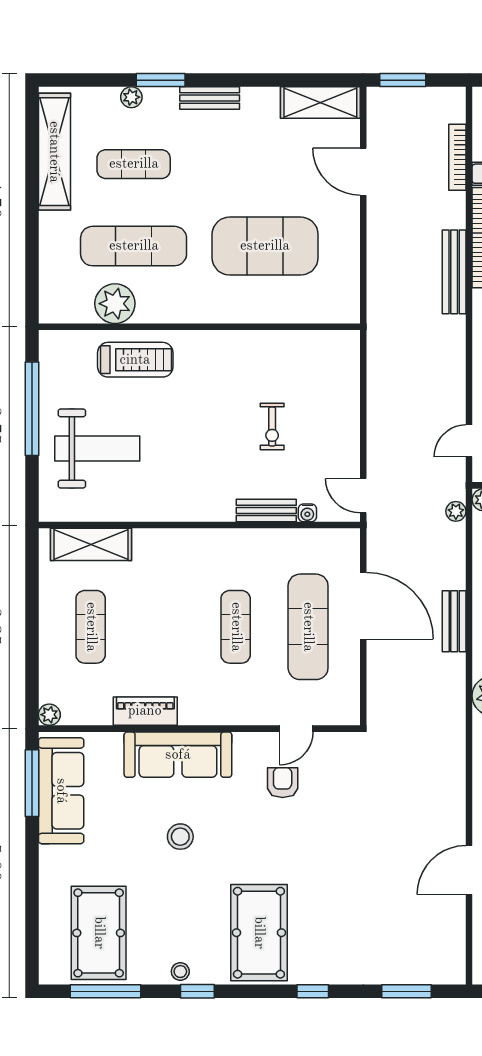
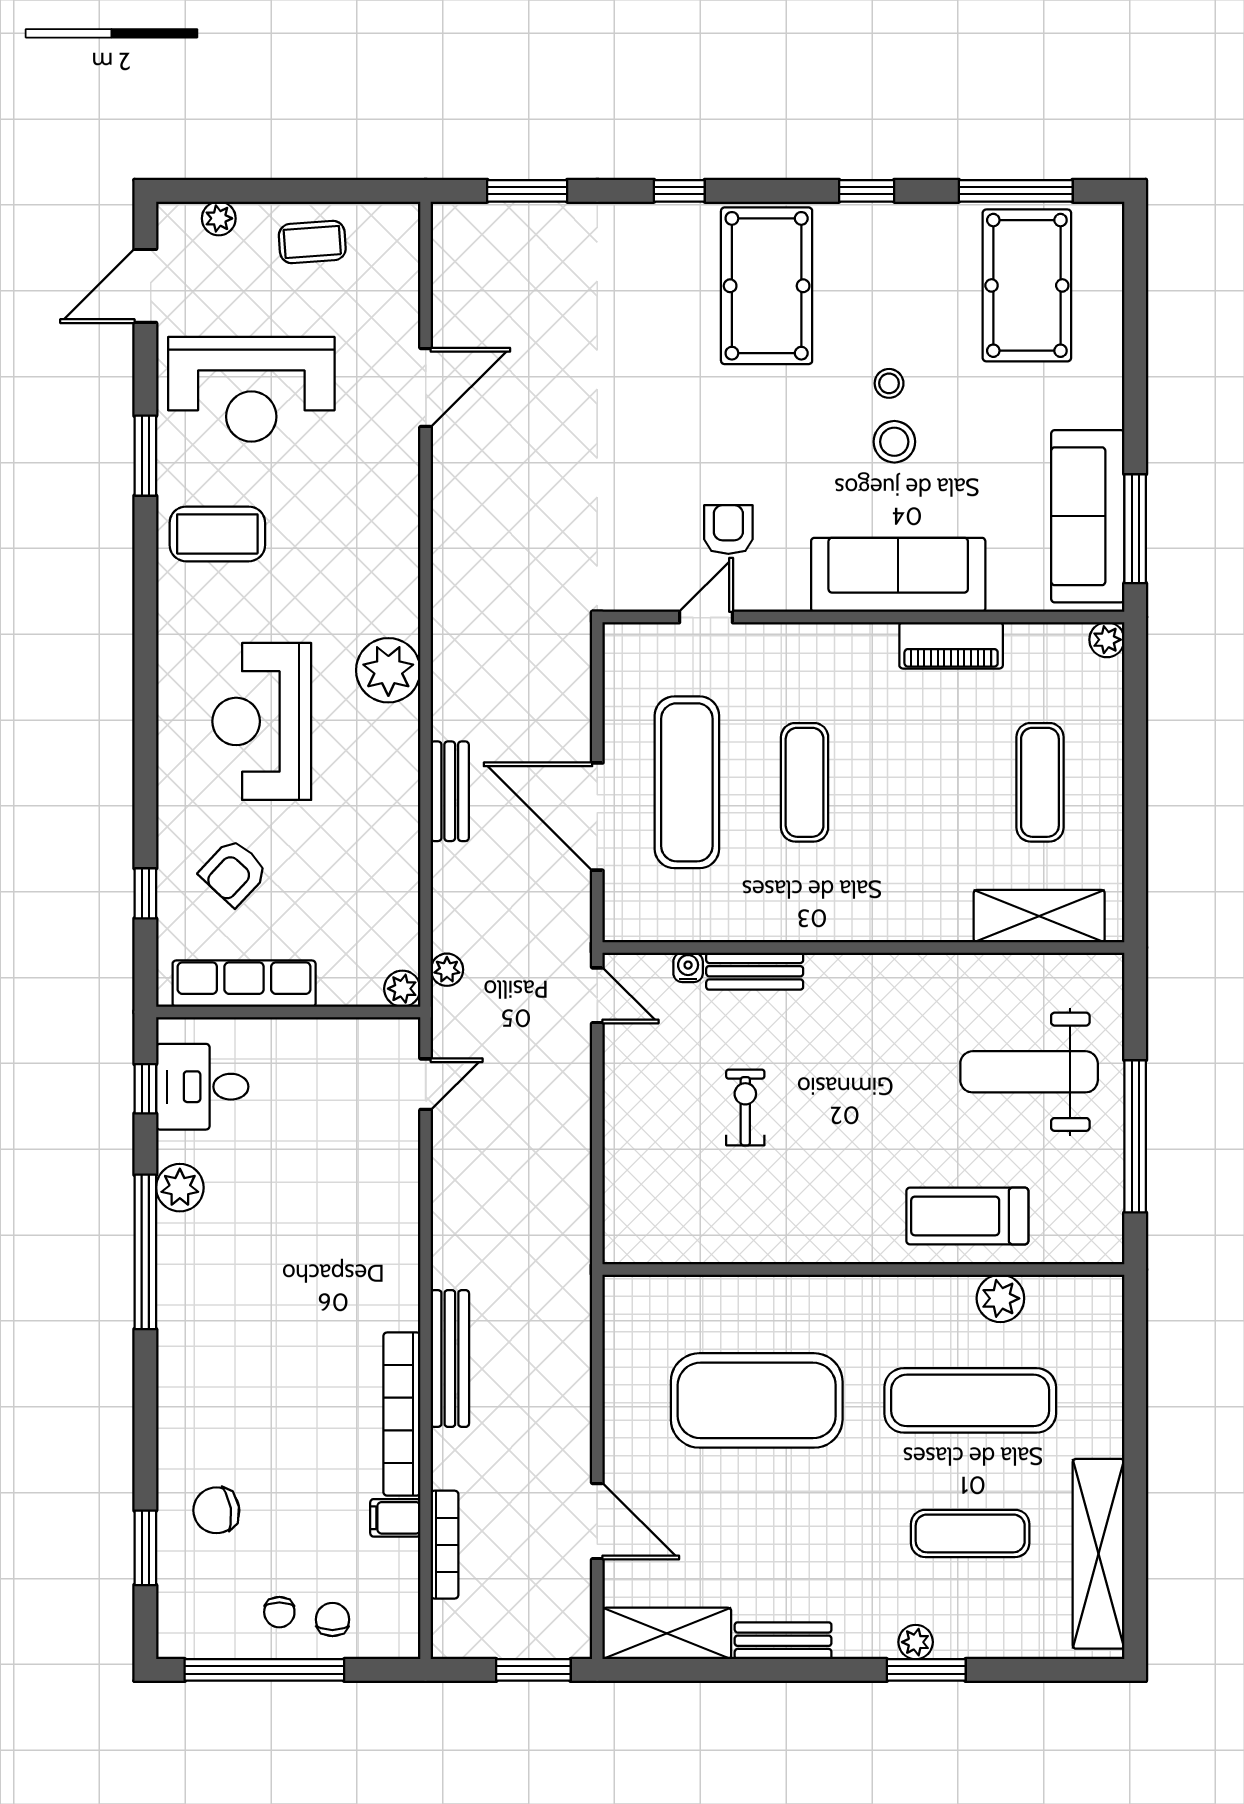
plant: (131, 97) -> (916, 1642), moved
bench: (210, 98) -> (783, 1641), moved
plant: (115, 304) -> (1000, 1298), width x0.73, depth x0.73
armchair: (283, 783) -> (728, 530), turned 180
stool: (180, 972) -> (889, 383), moved

